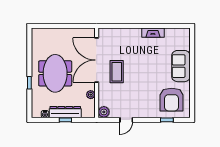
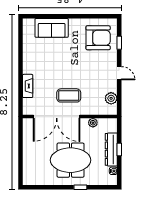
fireplace: (153, 33) -> (28, 86), moved
sofa: (181, 66) -> (52, 28), moved
plant: (104, 112) -> (111, 98), moved
door: (126, 120) -> (119, 73), moved

